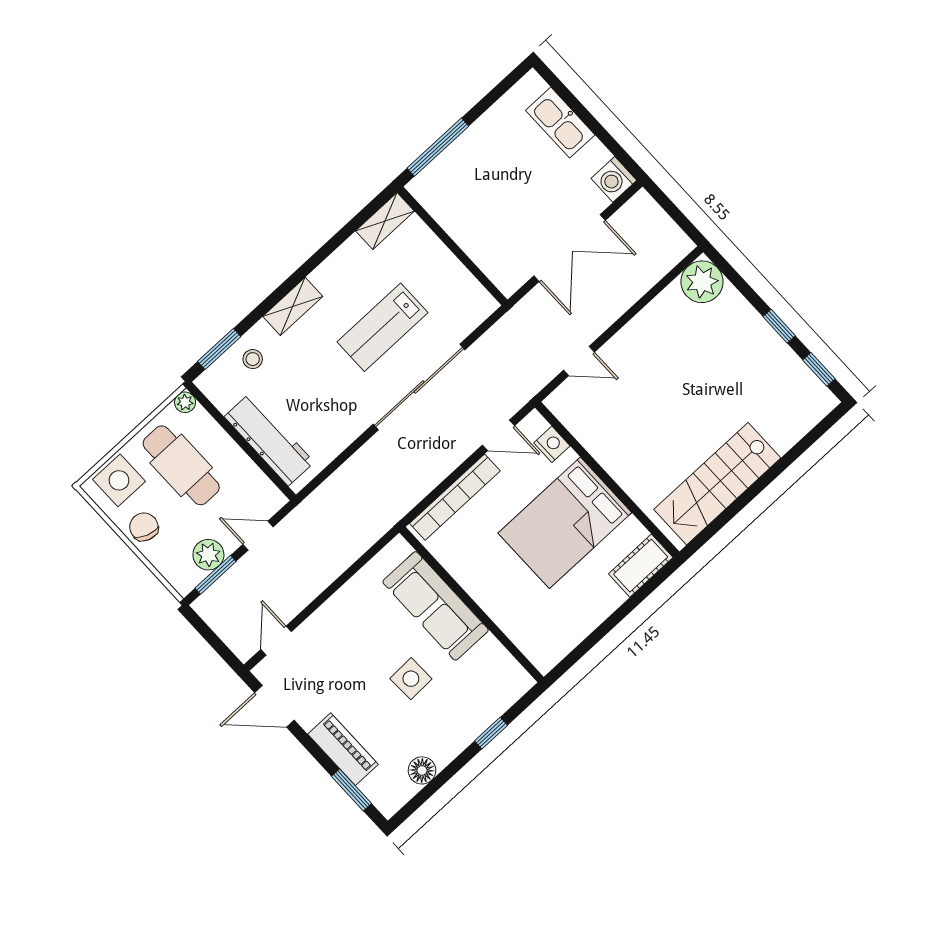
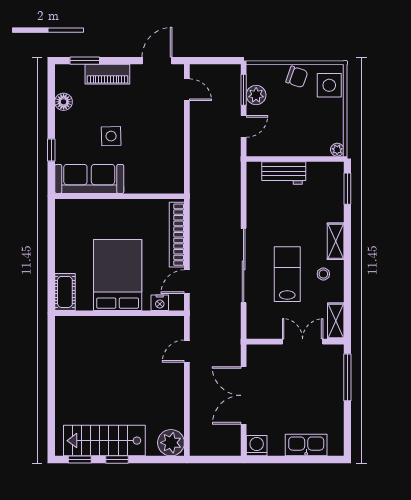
double door: (444, 237) -> (303, 342), added
stool: (253, 359) -> (323, 274), moved
workbench: (269, 439) -> (284, 173), width x0.73
cafe table: (181, 465) -> (309, 121), removed
stairs: (717, 484) -> (104, 441), moved, turned -90
sofa: (436, 606) -> (89, 179), moved

